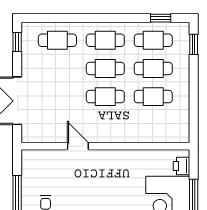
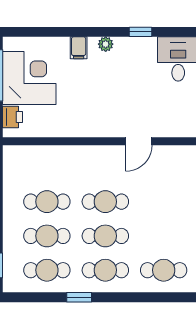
window: (161, 18) -> (79, 297), moved
door: (78, 146) -> (139, 141), hinge flipped

